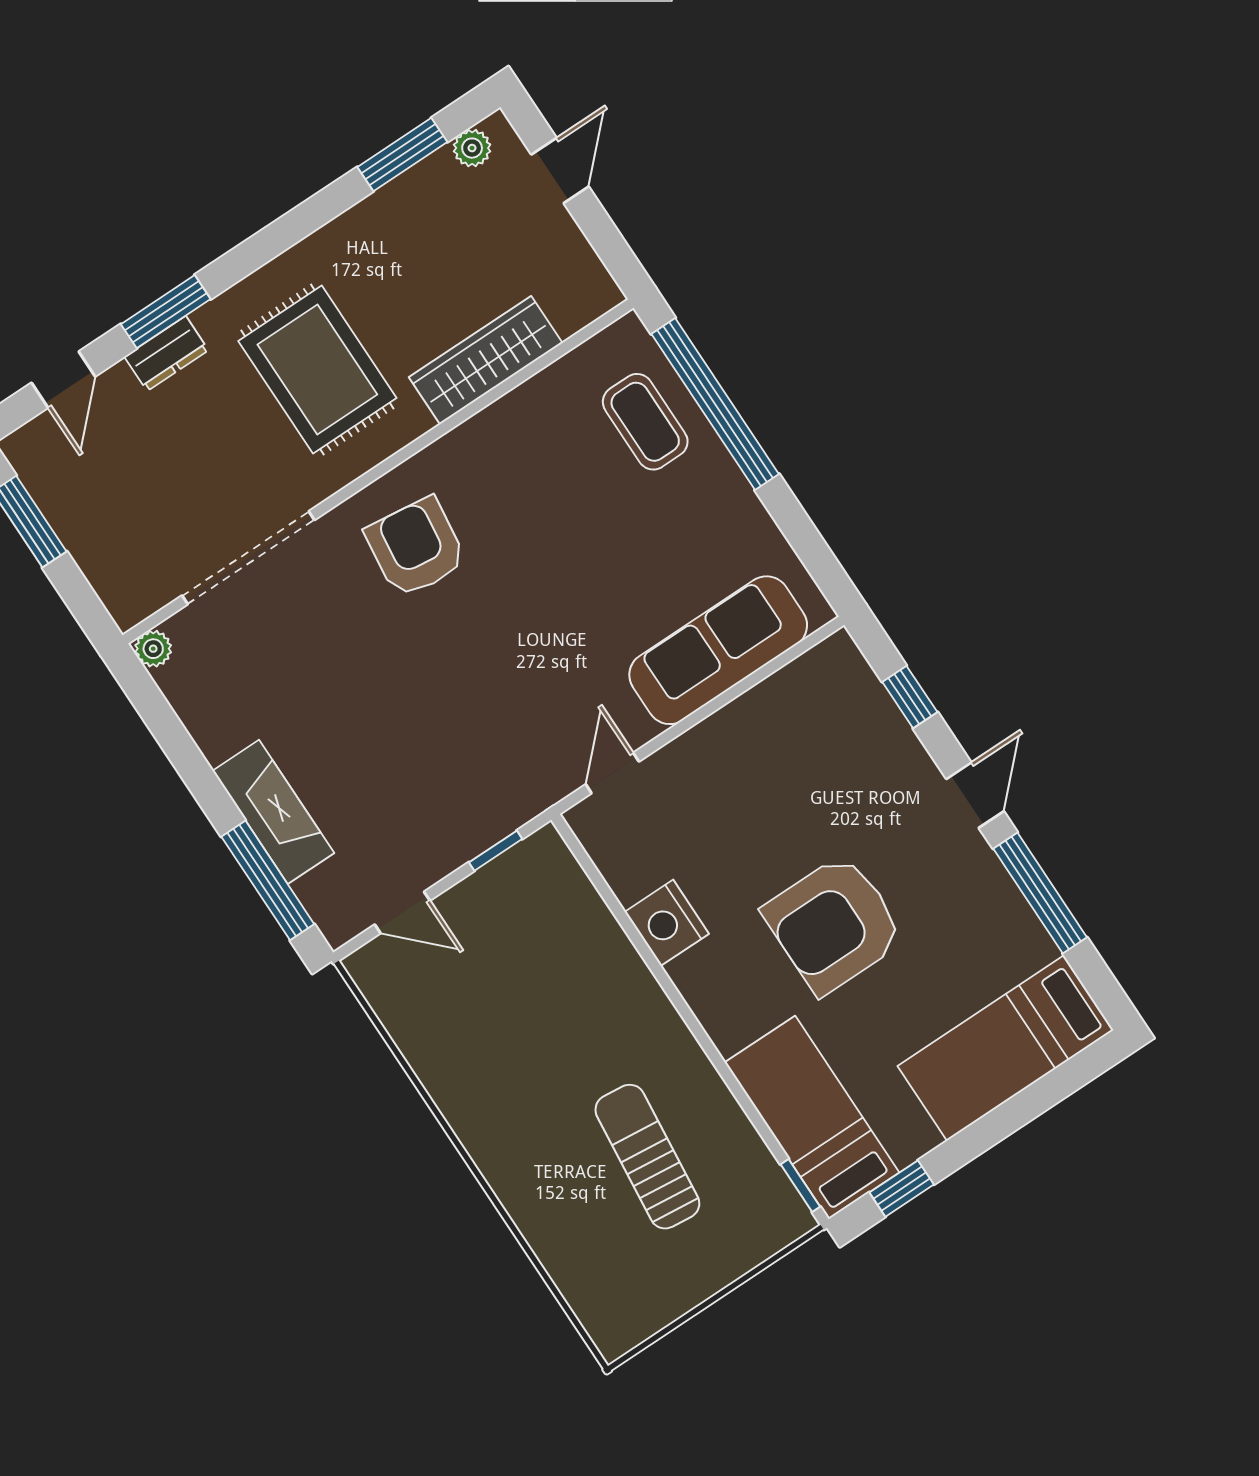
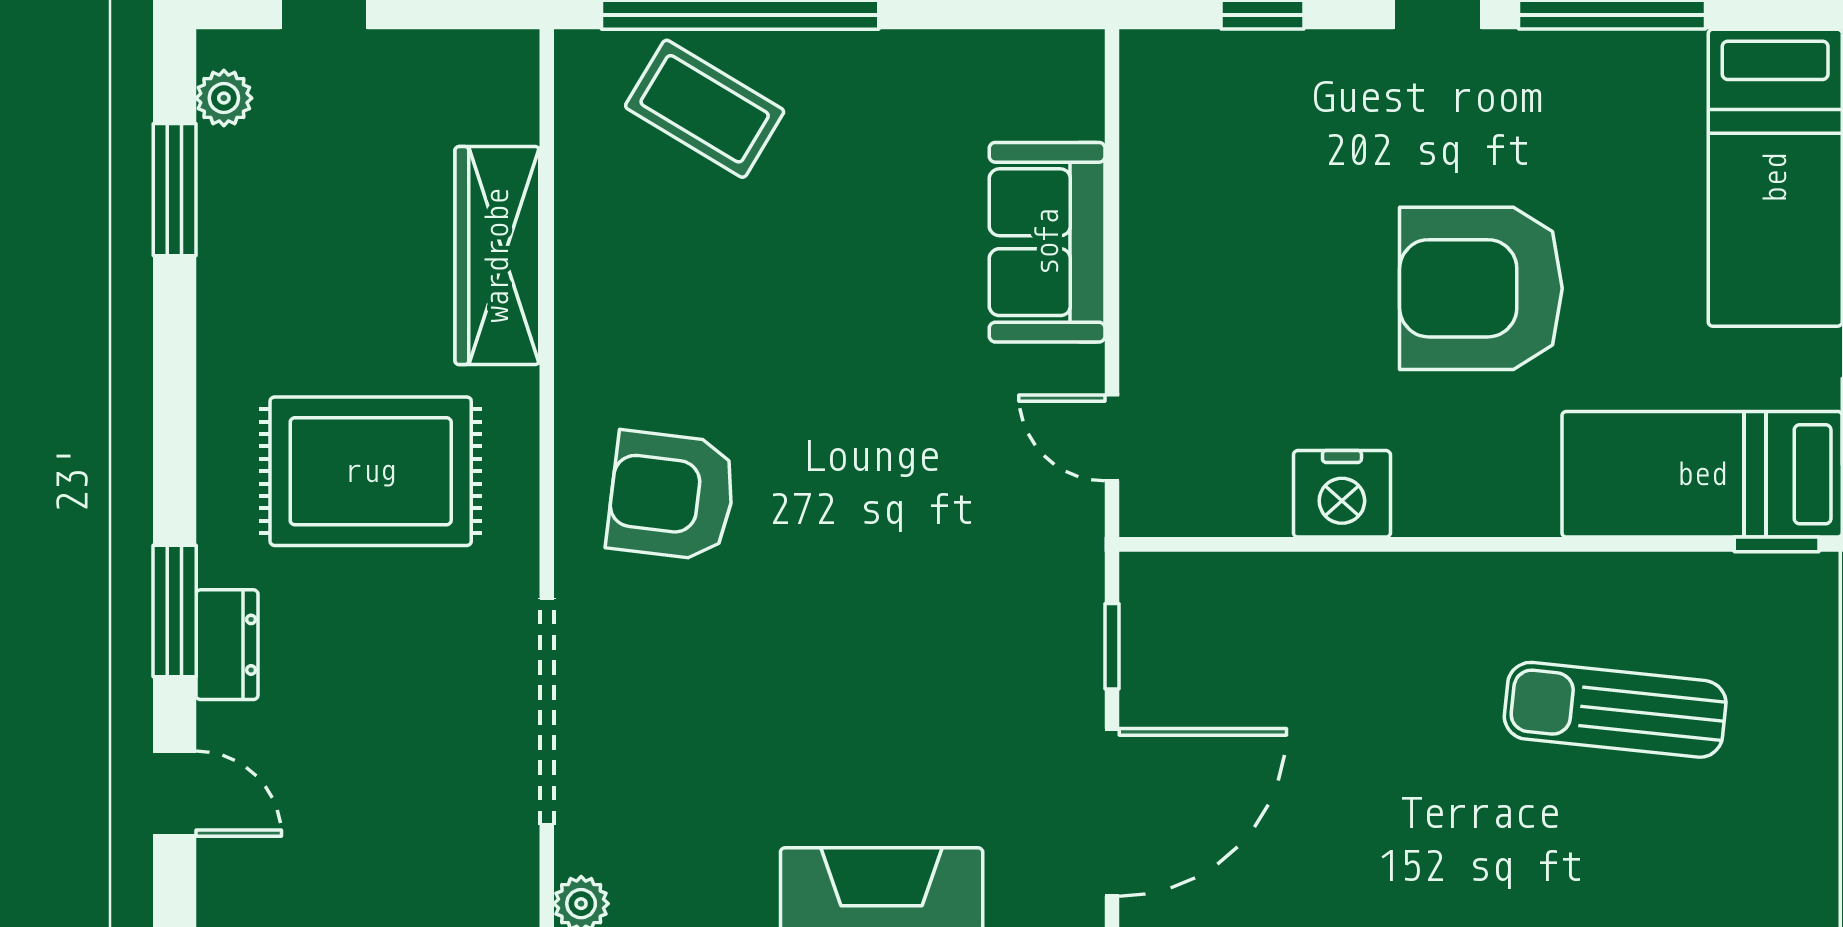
coffee table: (645, 422) -> (705, 109), turned 31
sofa: (718, 650) -> (1047, 242), width x0.73
door: (402, 913) -> (1112, 812), width x1.88
armchair: (834, 924) -> (1481, 288), turned 90

